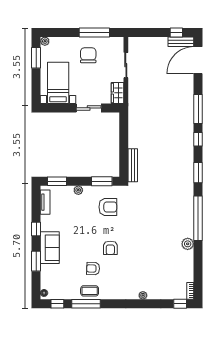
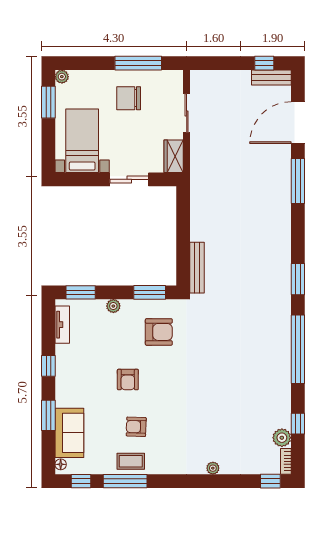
chair: (88, 55) -> (129, 98), turned -90
door: (198, 60) -> (298, 123), moved
window: (198, 139) -> (298, 424), moved
plant: (188, 244) -> (282, 438), moved
sofa: (50, 248) -> (69, 433), moved
armchair: (110, 248) -> (128, 380), moved

